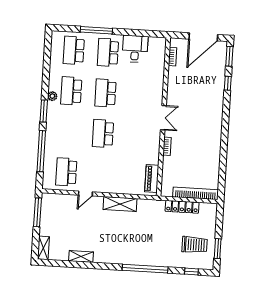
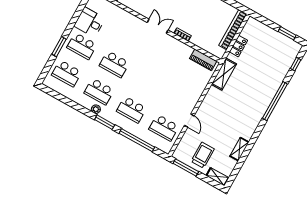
window: (96, 30) -> (59, 47), width x0.69
school desk: (103, 134) -> (131, 110), moved
shelving: (120, 204) -> (224, 74), moved
locker: (182, 207) -> (239, 46), width x0.66
trolley: (195, 245) -> (203, 155), moved

